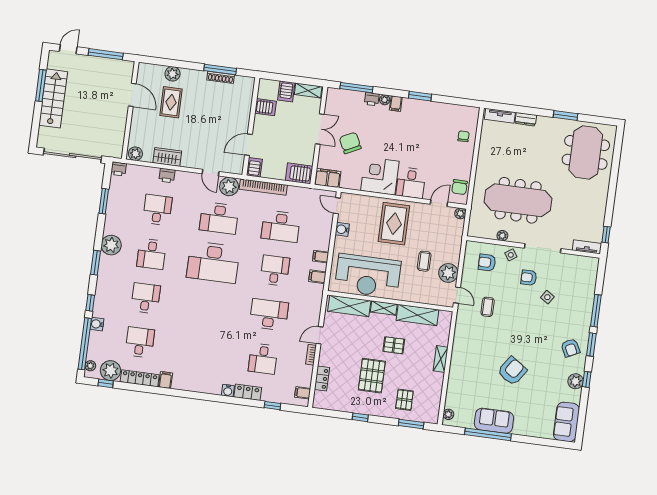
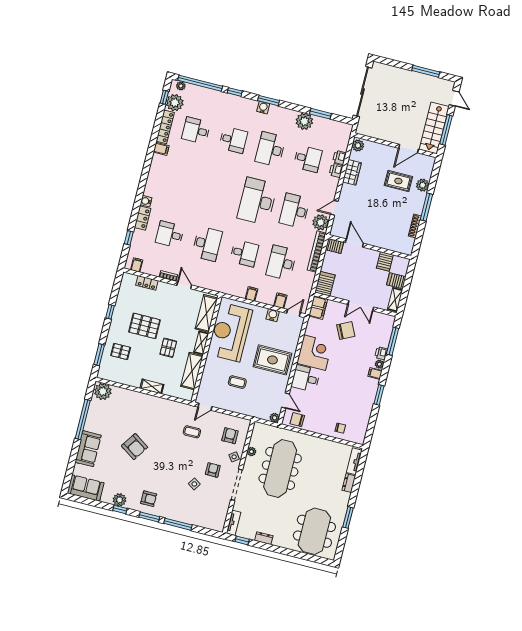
window: (220, 69) -> (427, 207), moved
stairs: (53, 98) -> (434, 128), moved, turned 90
meeting table: (586, 152) -> (314, 531), turned 90
printer: (119, 169) -> (340, 157), moved
dresser: (601, 210) -> (264, 538), added
plant: (111, 245) -> (304, 121), moved
desk: (152, 254) -> (270, 149), width x1.37
plant: (448, 273) -> (225, 402), removed
filing cabinet: (317, 277) -> (280, 301), moved
water cooler: (97, 324) -> (263, 108), moved
desk: (140, 342) -> (196, 130), turned 180
armchair: (570, 348) -> (149, 499), turned -153
plant: (448, 414) -> (103, 391), width x1.87, depth x1.87
sofa: (494, 421) -> (88, 449), moved

